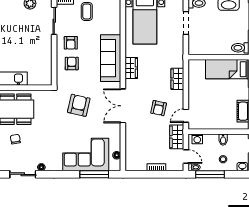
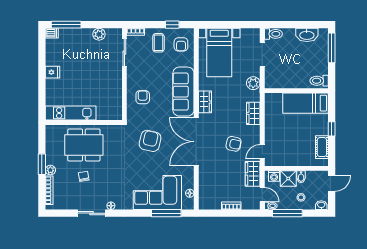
armchair: (71, 43) -> (181, 44), moved
plant: (177, 50) -> (253, 83), added
double door: (123, 106) -> (196, 142), width x1.36
armchair: (159, 108) -> (234, 144), turned -90
shower: (211, 141) -> (288, 179), added

